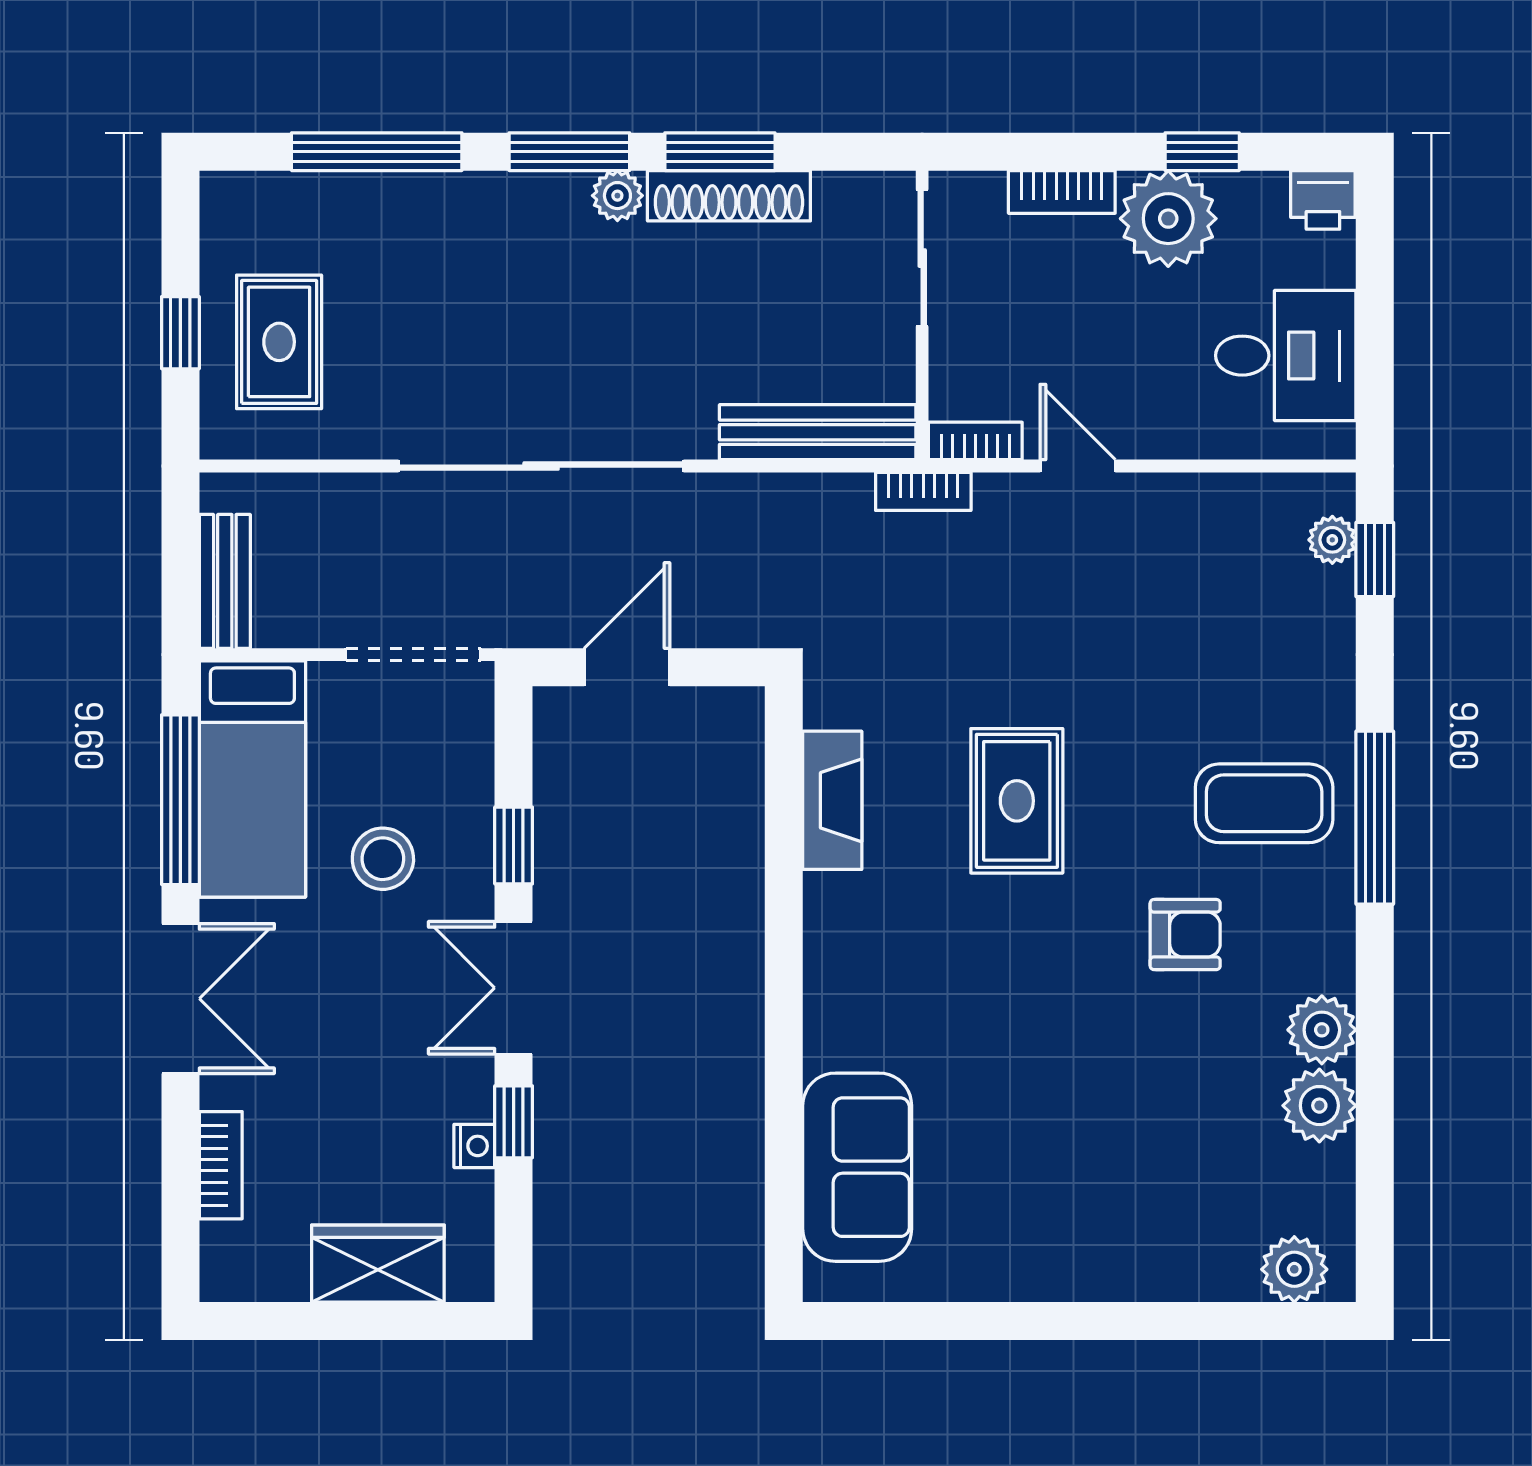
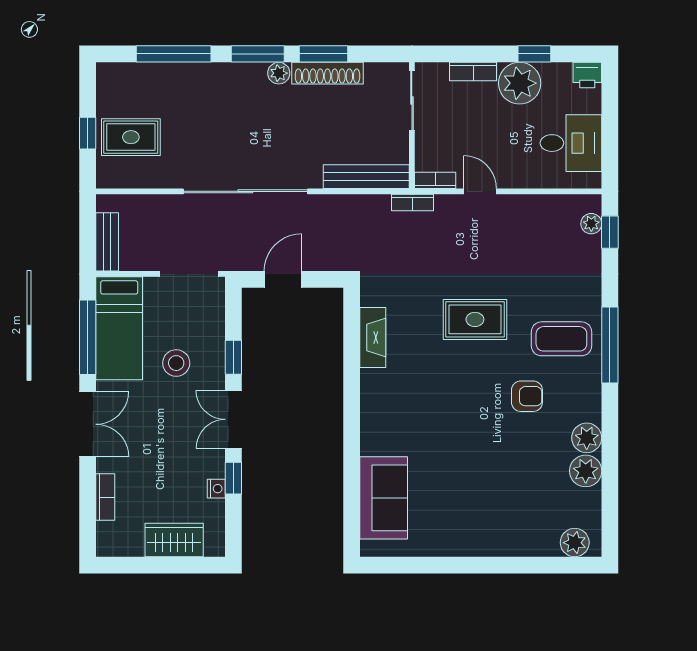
rug: (279, 342) -> (131, 137), turned 90
rug: (1017, 801) -> (475, 319), moved, turned 90

